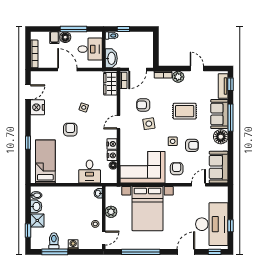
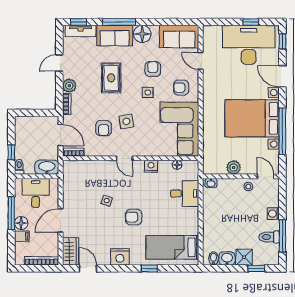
wardrobe: (110, 84) -> (71, 251), moved, turned -90
nightstand: (37, 107) -> (120, 257), moved
nightstand: (112, 155) -> (165, 166), removed
bed with nightstands: (147, 209) -> (252, 118), moved, turned 180

